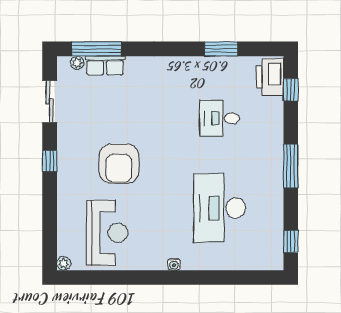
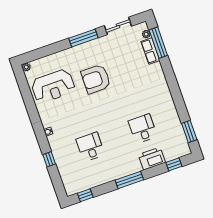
window: (221, 49) -> (189, 131), moved
printer: (270, 77) -> (152, 159), moved
window: (50, 161) -> (83, 38), width x2.17
desk: (220, 208) -> (90, 147), width x0.53, depth x0.77
window: (217, 277) -> (49, 159), added

